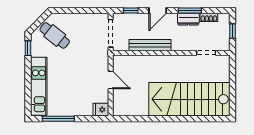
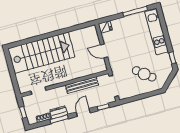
cafe table: (55, 35) -> (144, 74), moved

